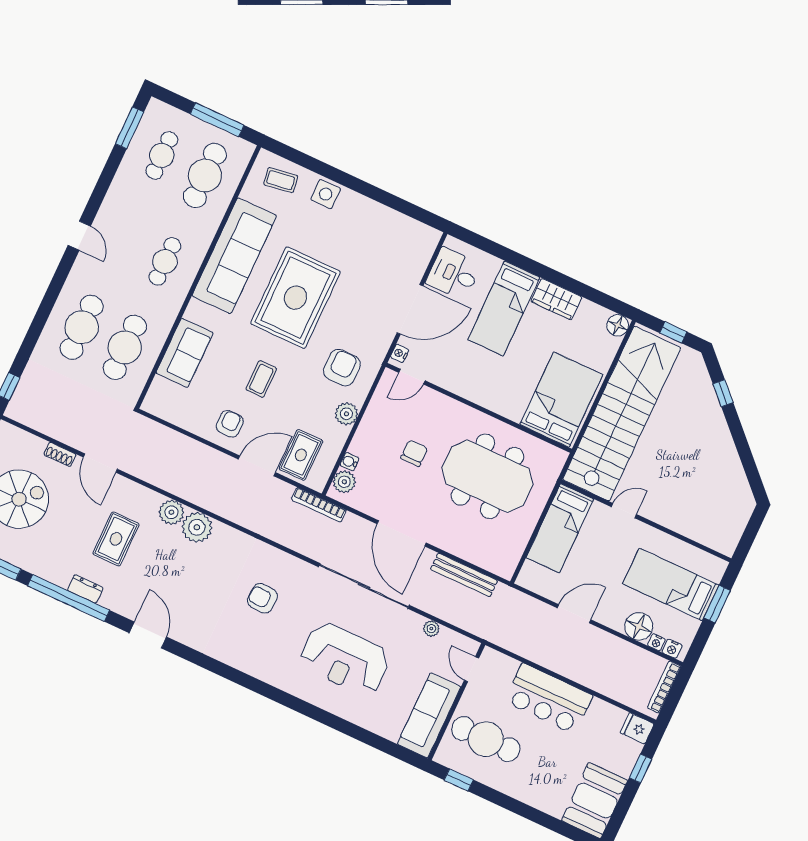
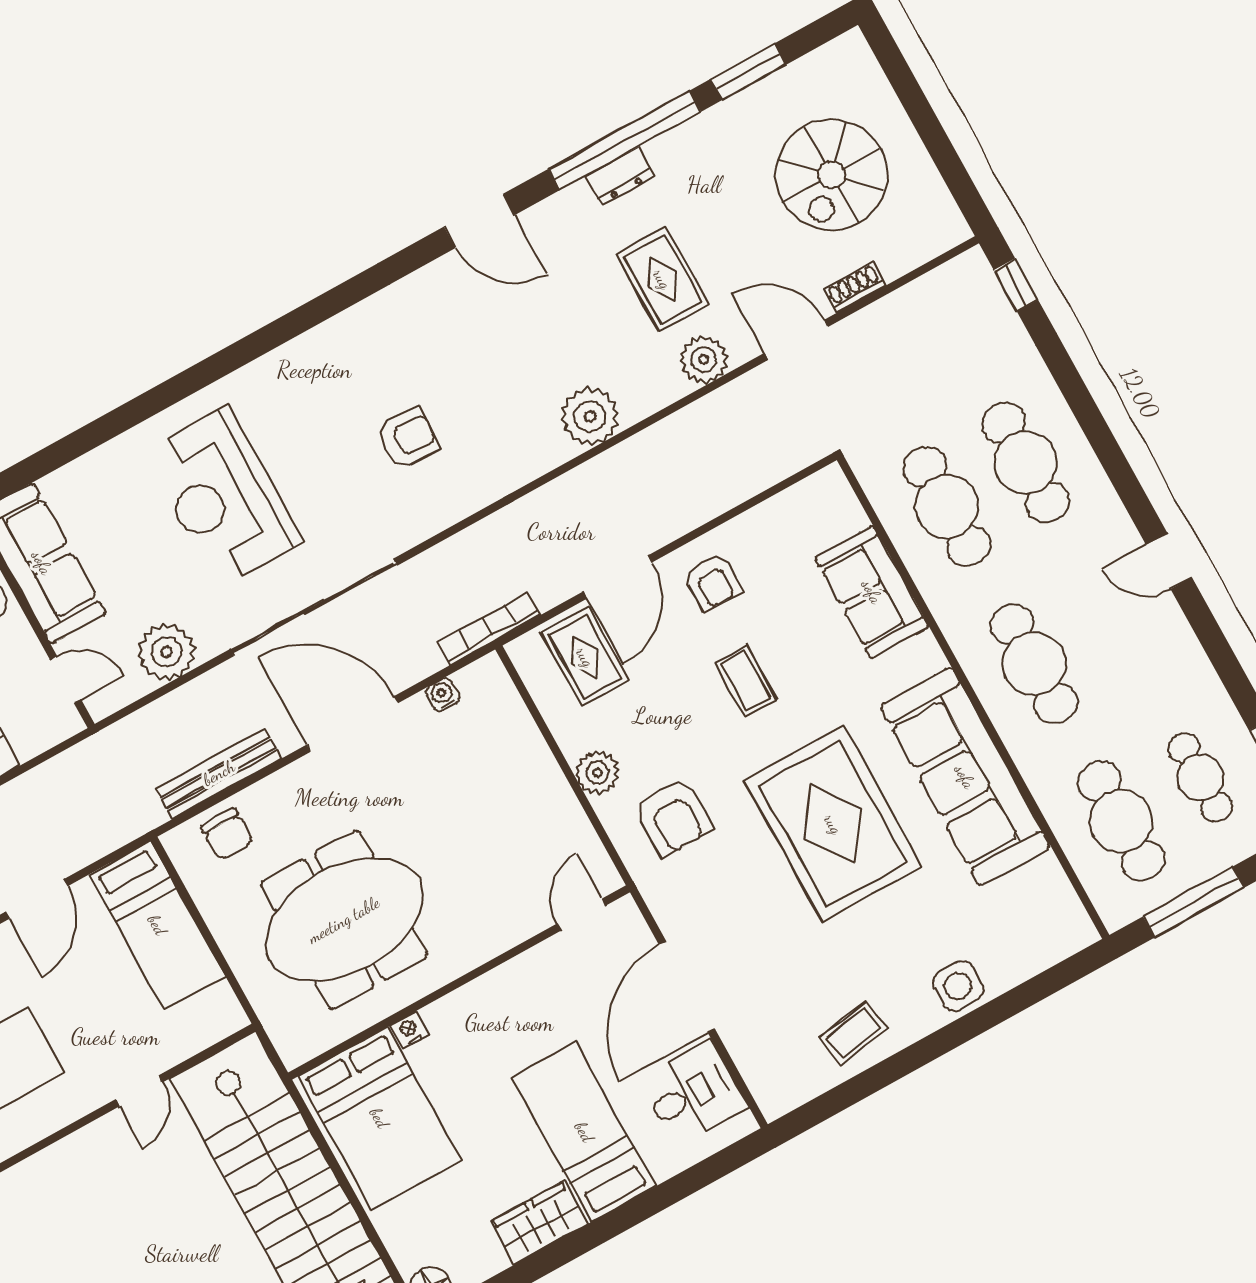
coffee table: (281, 180) -> (853, 1033), moved
cafe table: (165, 261) -> (1034, 664), width x1.37, depth x1.35
nightstand: (400, 353) -> (409, 1030), moved, turned -90
chair: (414, 453) -> (227, 834), moved
water cooler: (349, 462) -> (443, 695), moved, turned -90
plant: (344, 482) -> (495, 694), removed
plant: (171, 512) -> (704, 359), moved
bed: (560, 528) -> (157, 925), moved, turned 180
plant: (431, 629) -> (166, 652), width x1.88, depth x1.88
reception desk: (345, 659) -> (223, 497), turned -90

